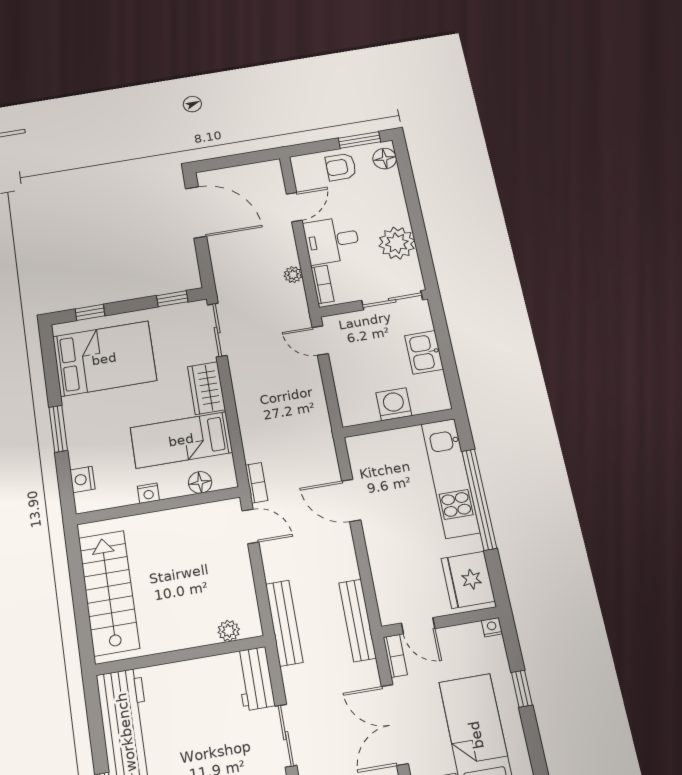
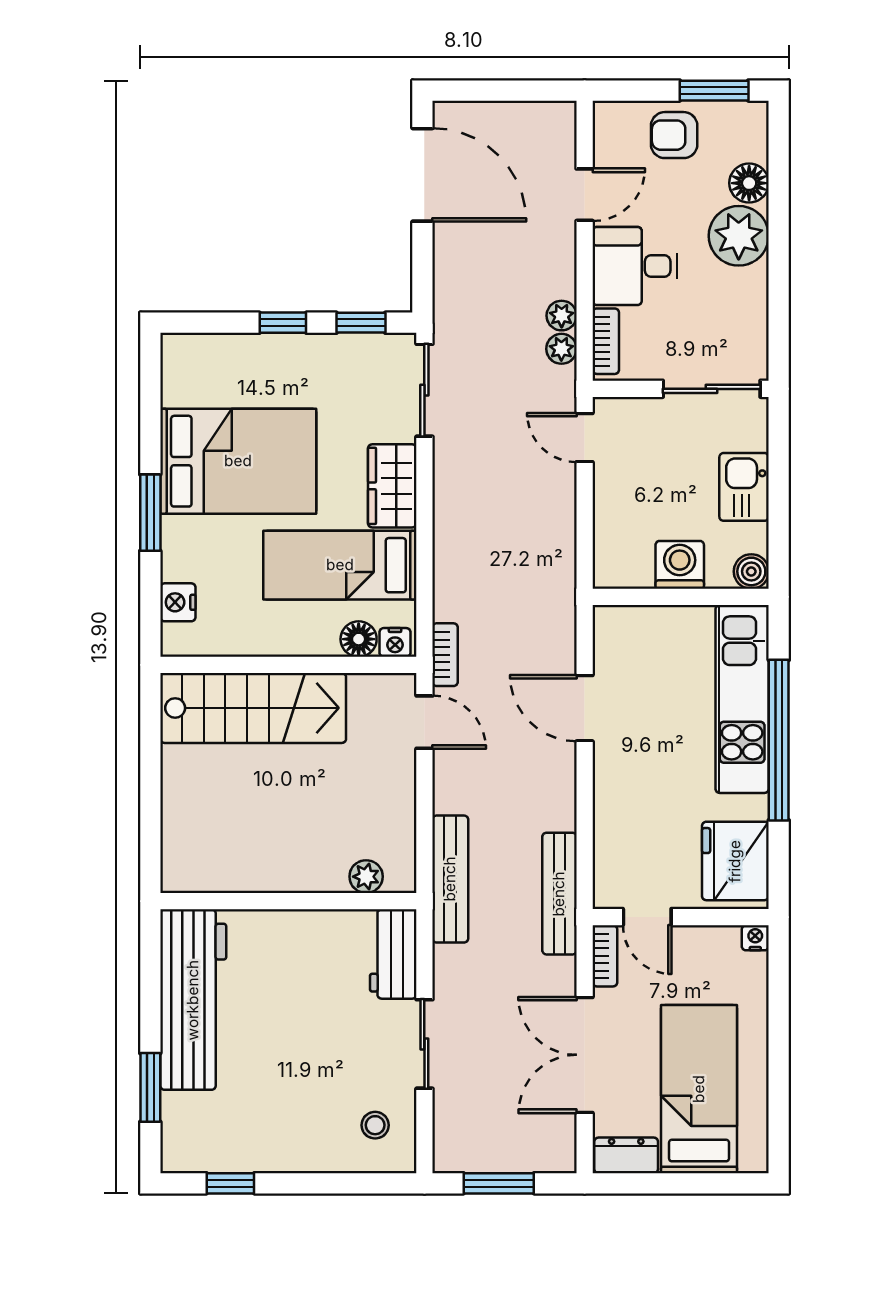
floor lamp: (385, 159) -> (749, 183), moved
plant: (397, 243) -> (739, 236), moved
plant: (296, 293) -> (561, 349), added
window: (90, 312) -> (283, 323), moved
bed: (104, 359) -> (238, 461), moved
boiler: (439, 401) -> (751, 571), added
nightstand: (148, 493) -> (395, 642), moved
stairs: (109, 593) -> (253, 708), moved, turned 90
window: (522, 689) -> (779, 1035), removed

